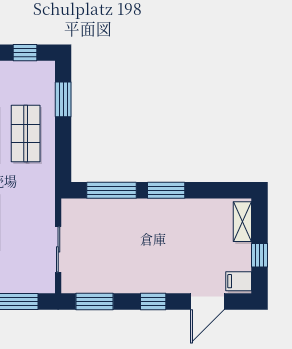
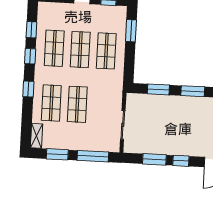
window: (111, 190) -> (158, 89), width x0.69
window: (95, 302) -> (154, 159), moved

